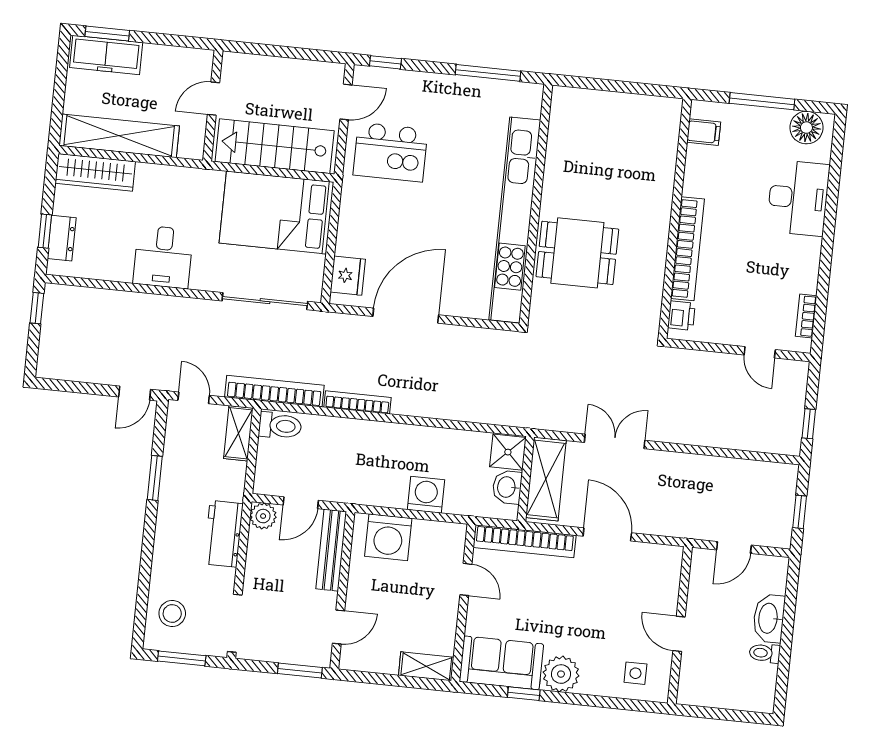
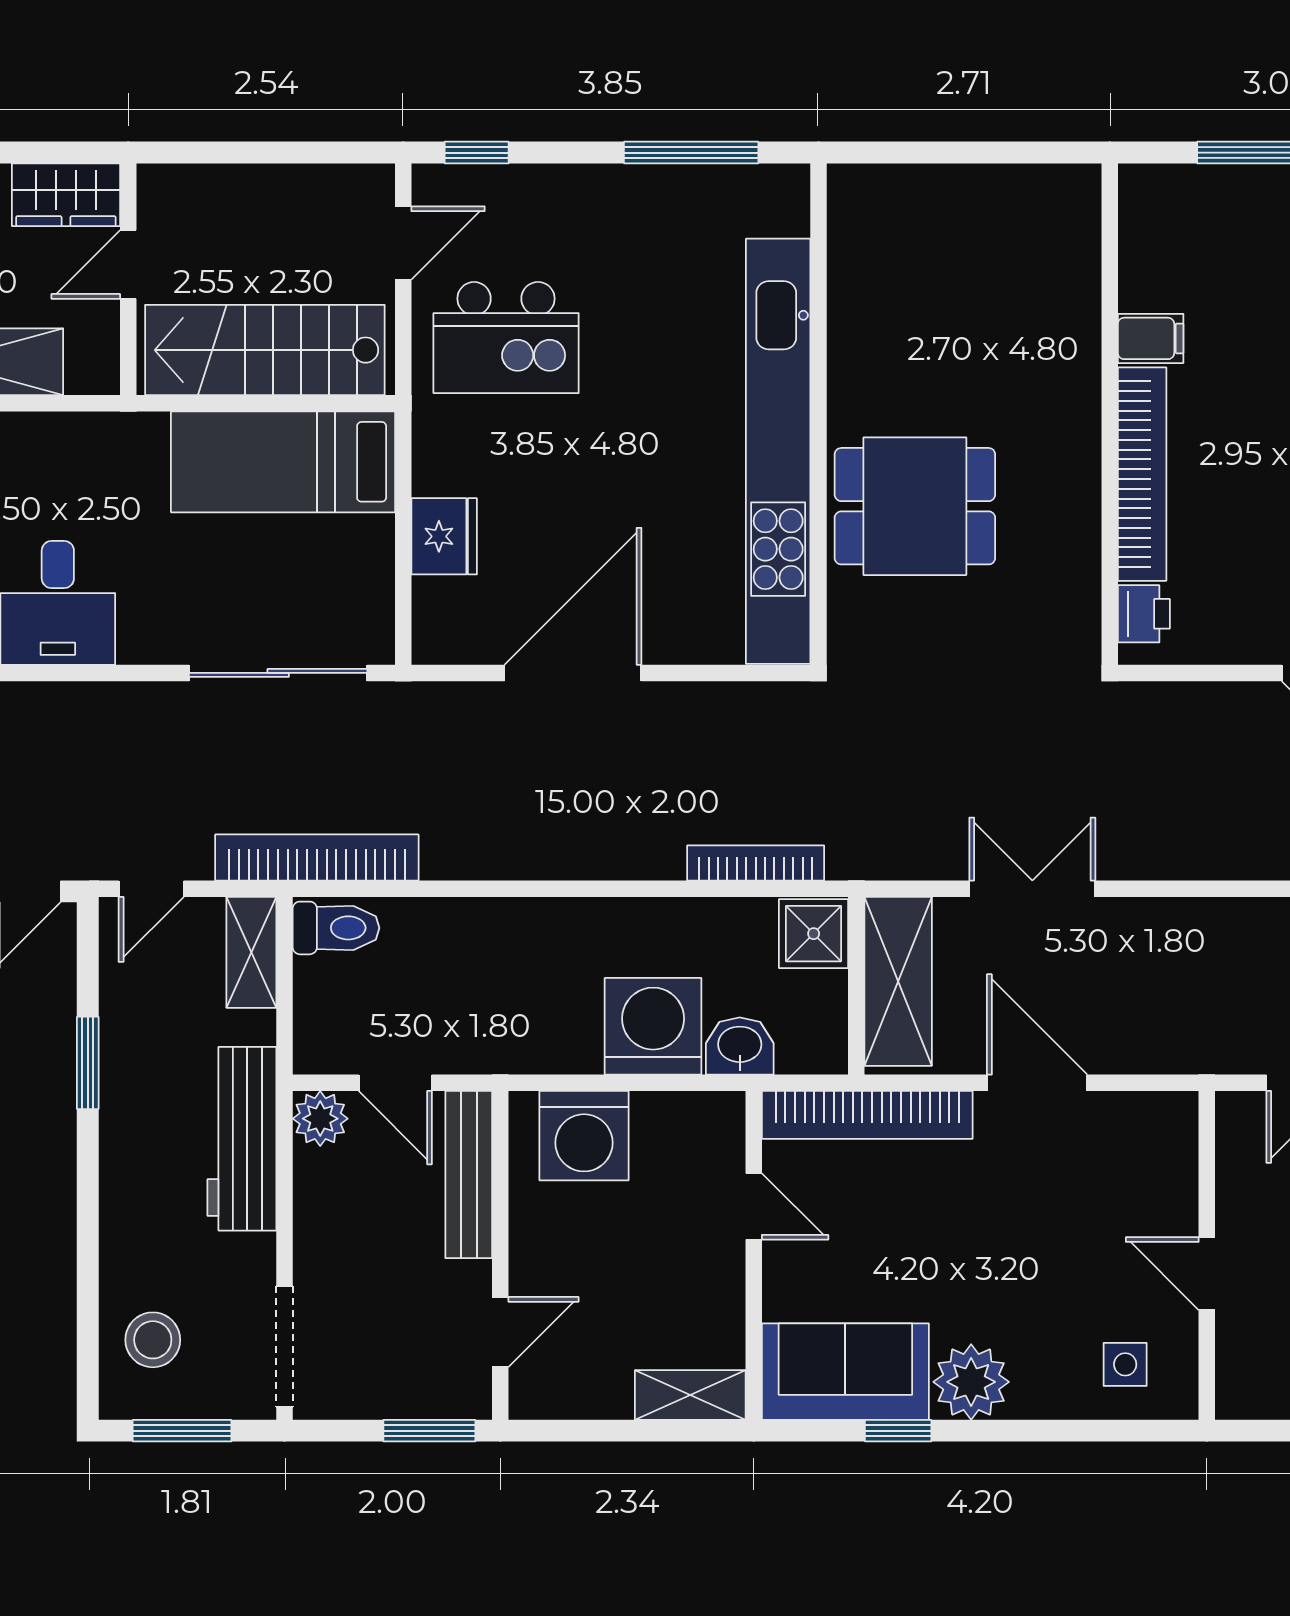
wardrobe: (187, 62) -> (66, 195), added
filing cabinet: (704, 132) -> (1151, 338), moved
bed: (276, 213) -> (283, 462), width x0.67
fridge: (348, 276) -> (444, 536), moved
door: (194, 398) -> (151, 889), swing flipped
bookcase: (357, 402) -> (756, 863), moved
washbasin: (507, 487) -> (740, 1046), moved, turned 90
washing machine: (426, 495) -> (653, 1026), width x1.37, depth x1.37
door: (301, 503) -> (395, 1083), hinge flipped
workbench: (223, 534) -> (242, 1139), width x1.38

